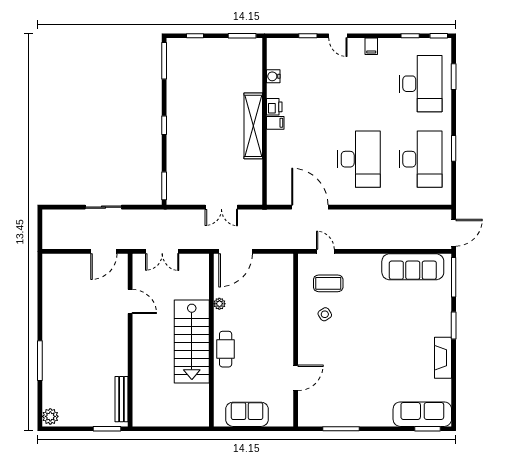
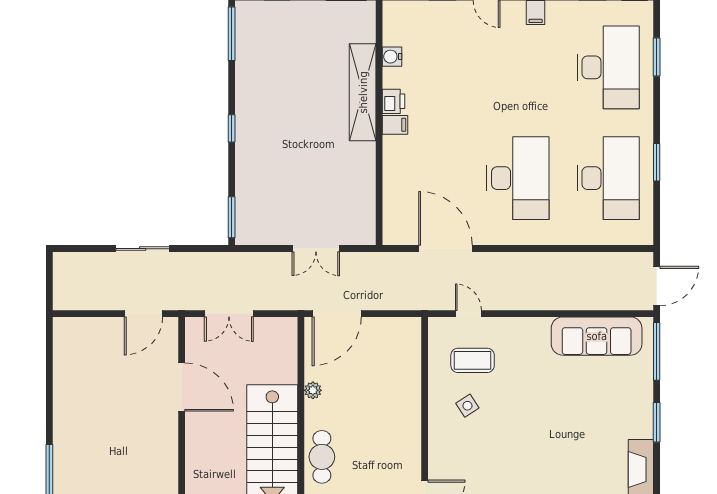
shelving: (253, 126) -> (363, 92), moved
door: (130, 302) -> (182, 387), width x1.36

